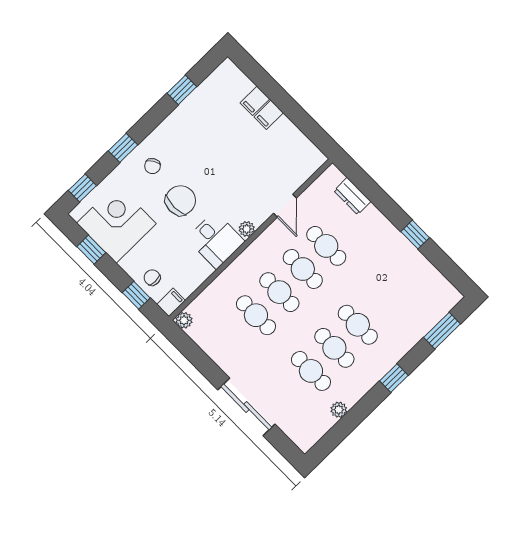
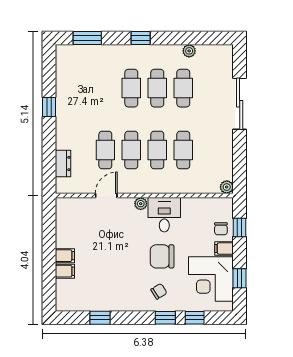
window: (82, 188) -> (195, 318), moved
filing cabinet: (171, 302) -> (224, 248), moved

